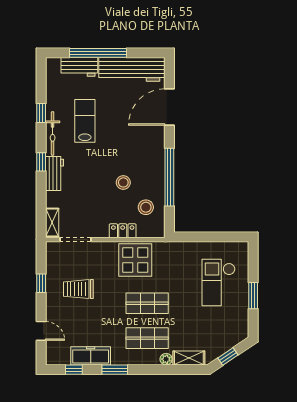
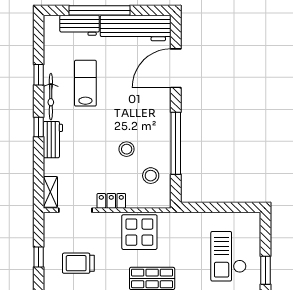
locker: (123, 231) -> (111, 201), moved

